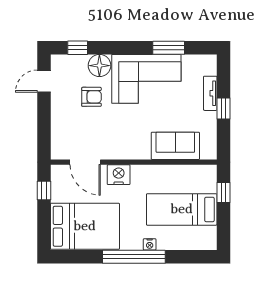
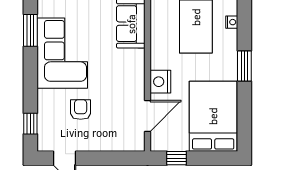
floor lamp: (99, 66) -> (49, 101), removed
nightstand: (150, 244) -> (232, 22), moved
window: (134, 257) -> (244, 66), width x0.47

